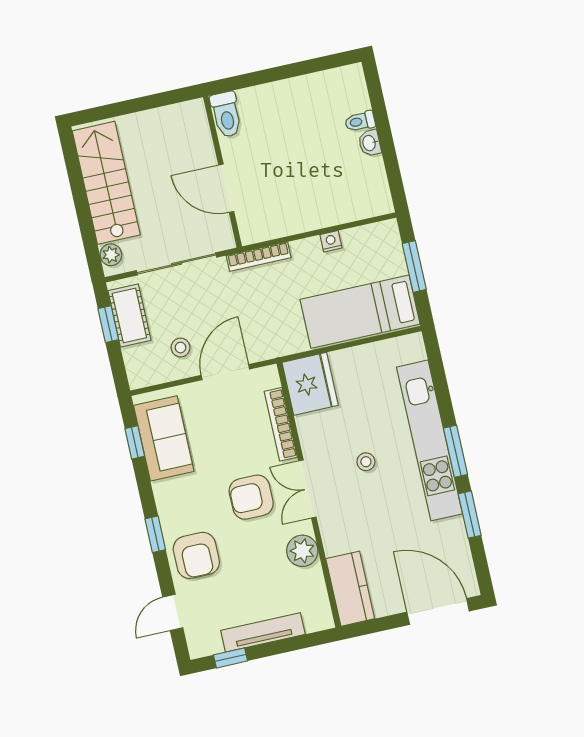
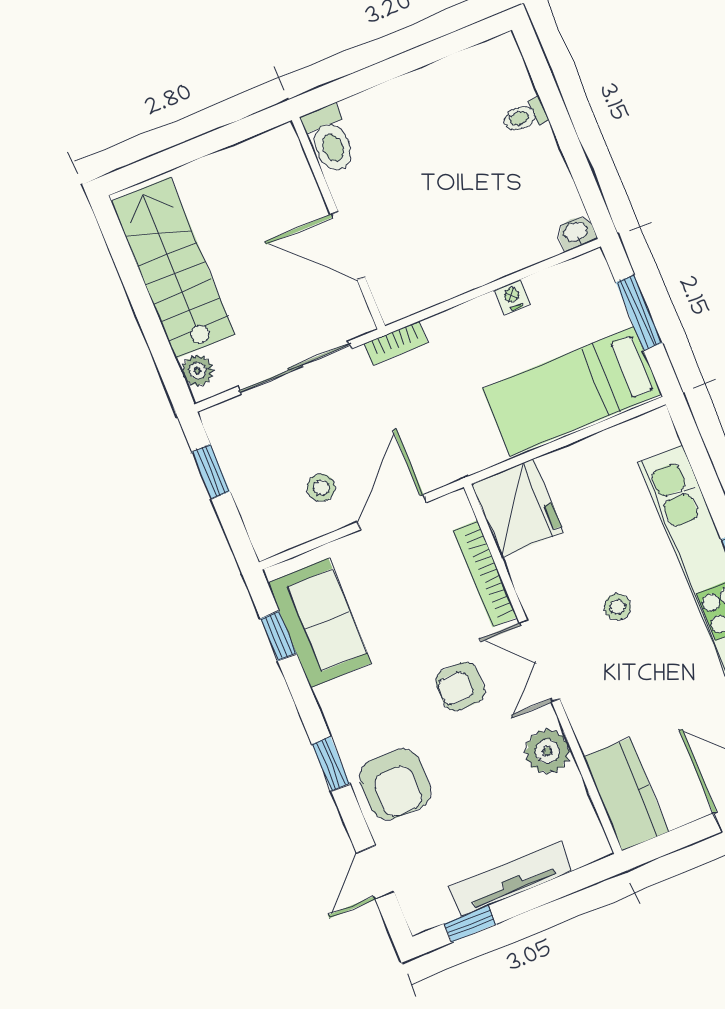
washbasin: (370, 143) -> (576, 232), moved, turned 90
bookcase: (259, 257) -> (396, 343), width x0.64
cot: (129, 316) -> (239, 454), removed
armchair: (251, 497) -> (460, 686), width x0.72, depth x0.72

